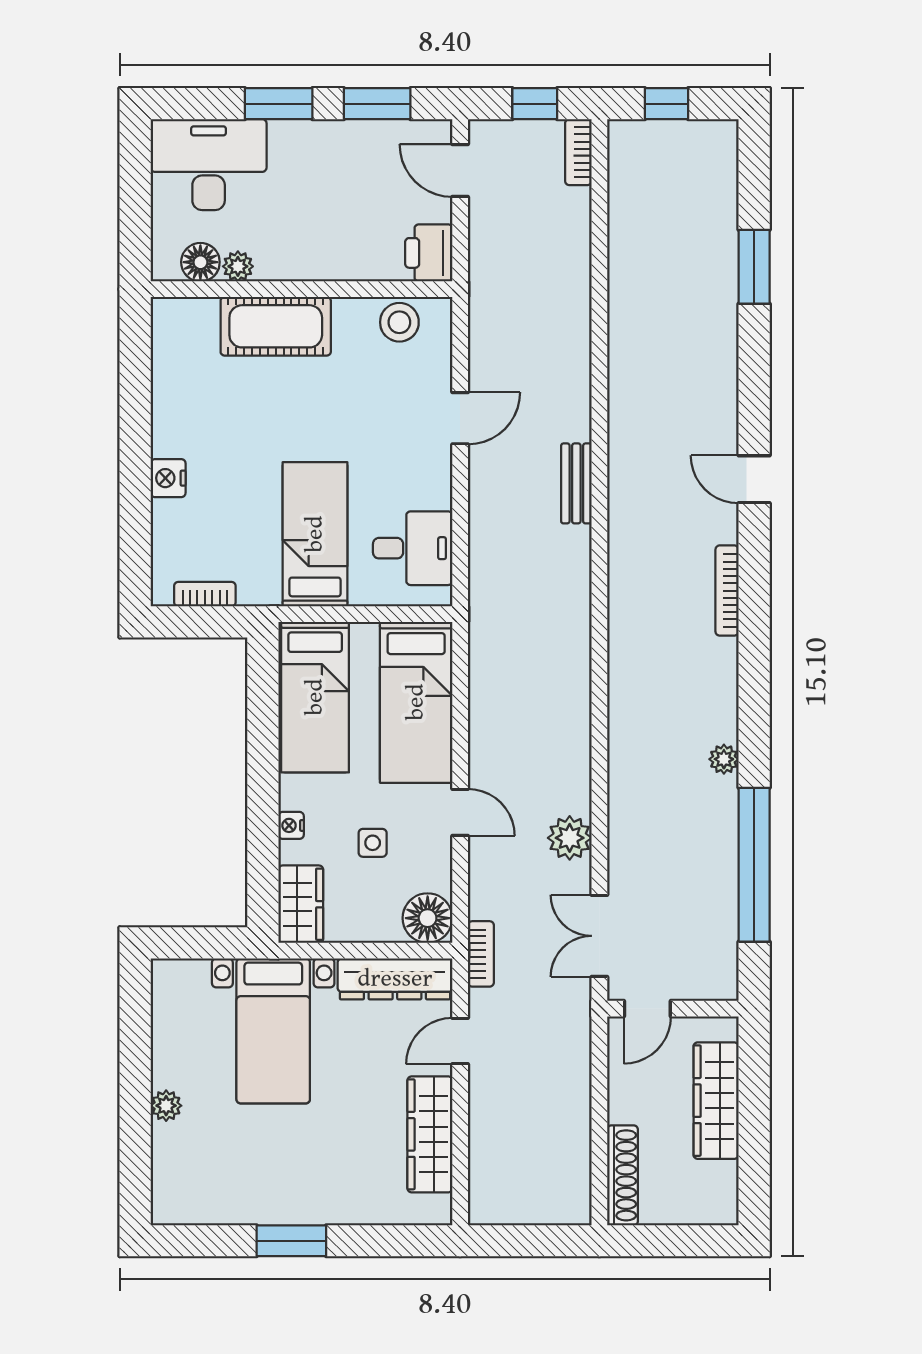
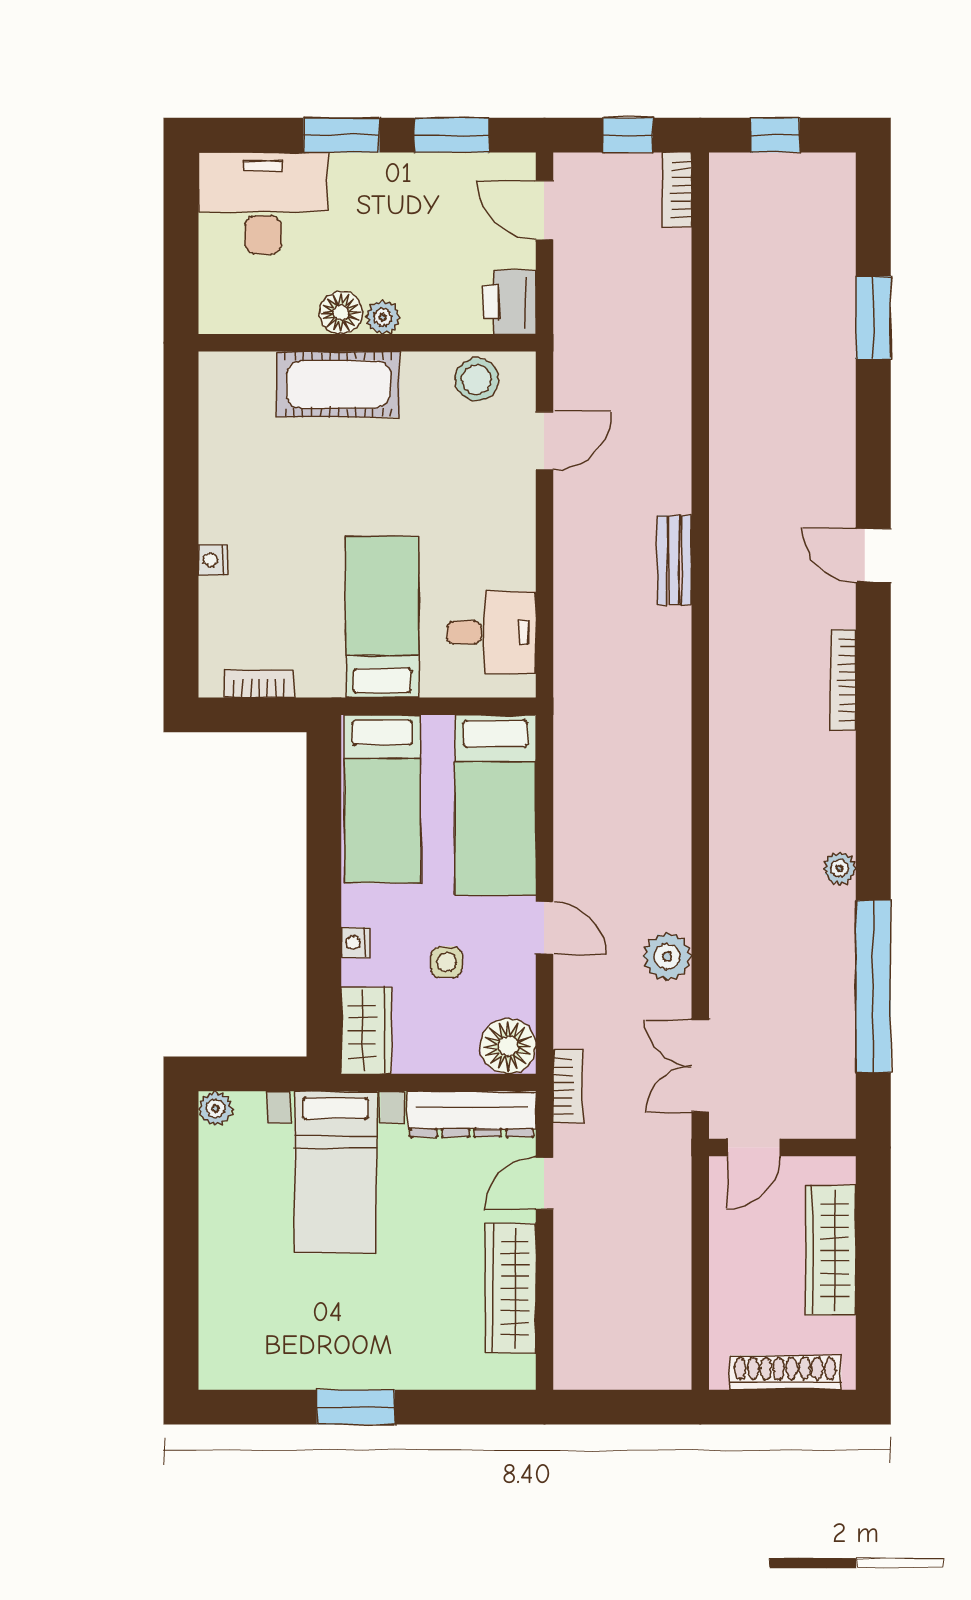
floor lamp: (200, 262) -> (341, 313), moved
plant: (238, 266) -> (383, 317), moved
door: (460, 418) -> (544, 441), moved
nightstand: (168, 478) -> (213, 560), width x0.72, depth x0.74
plant: (166, 1106) -> (216, 1108), moved
shoe rack: (622, 1175) -> (785, 1373), moved, turned -90

